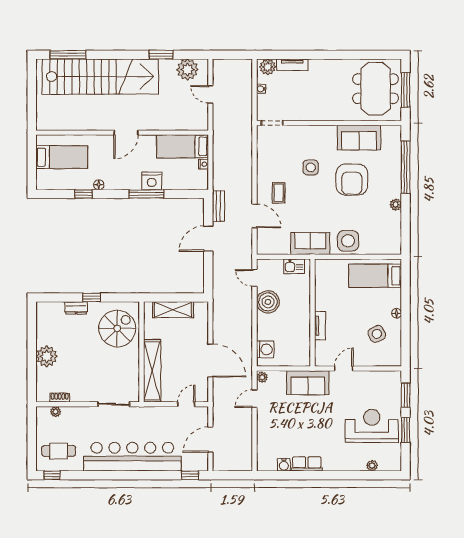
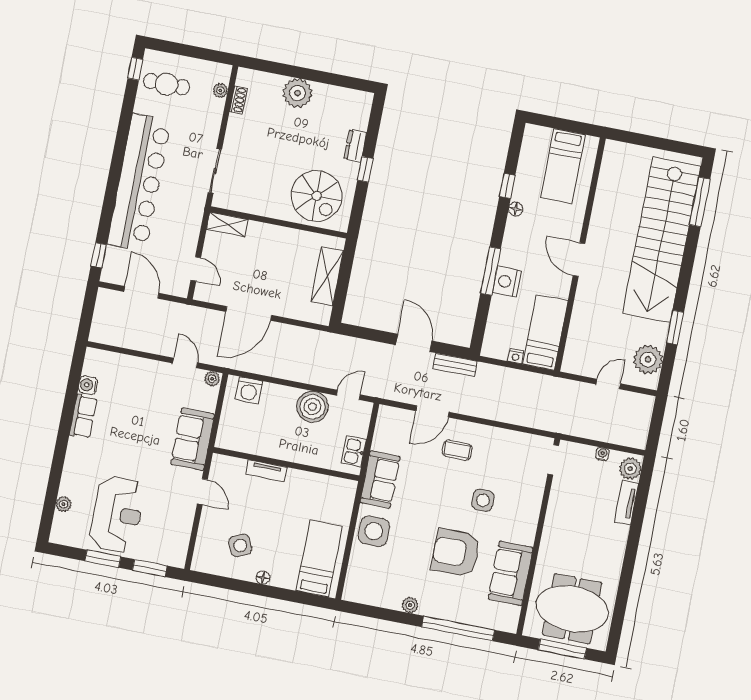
shelving: (152, 371) -> (227, 224), width x0.45, depth x0.75
cafe table: (59, 451) -> (166, 84), turned 90

